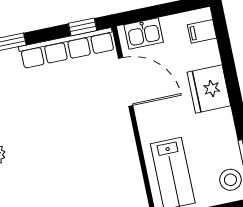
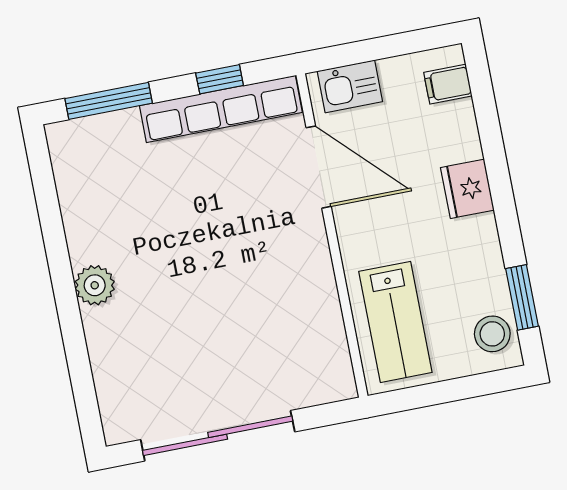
window: (83, 27) -> (220, 79), moved
fridge: (209, 89) -> (467, 189), width x0.73, depth x0.75

